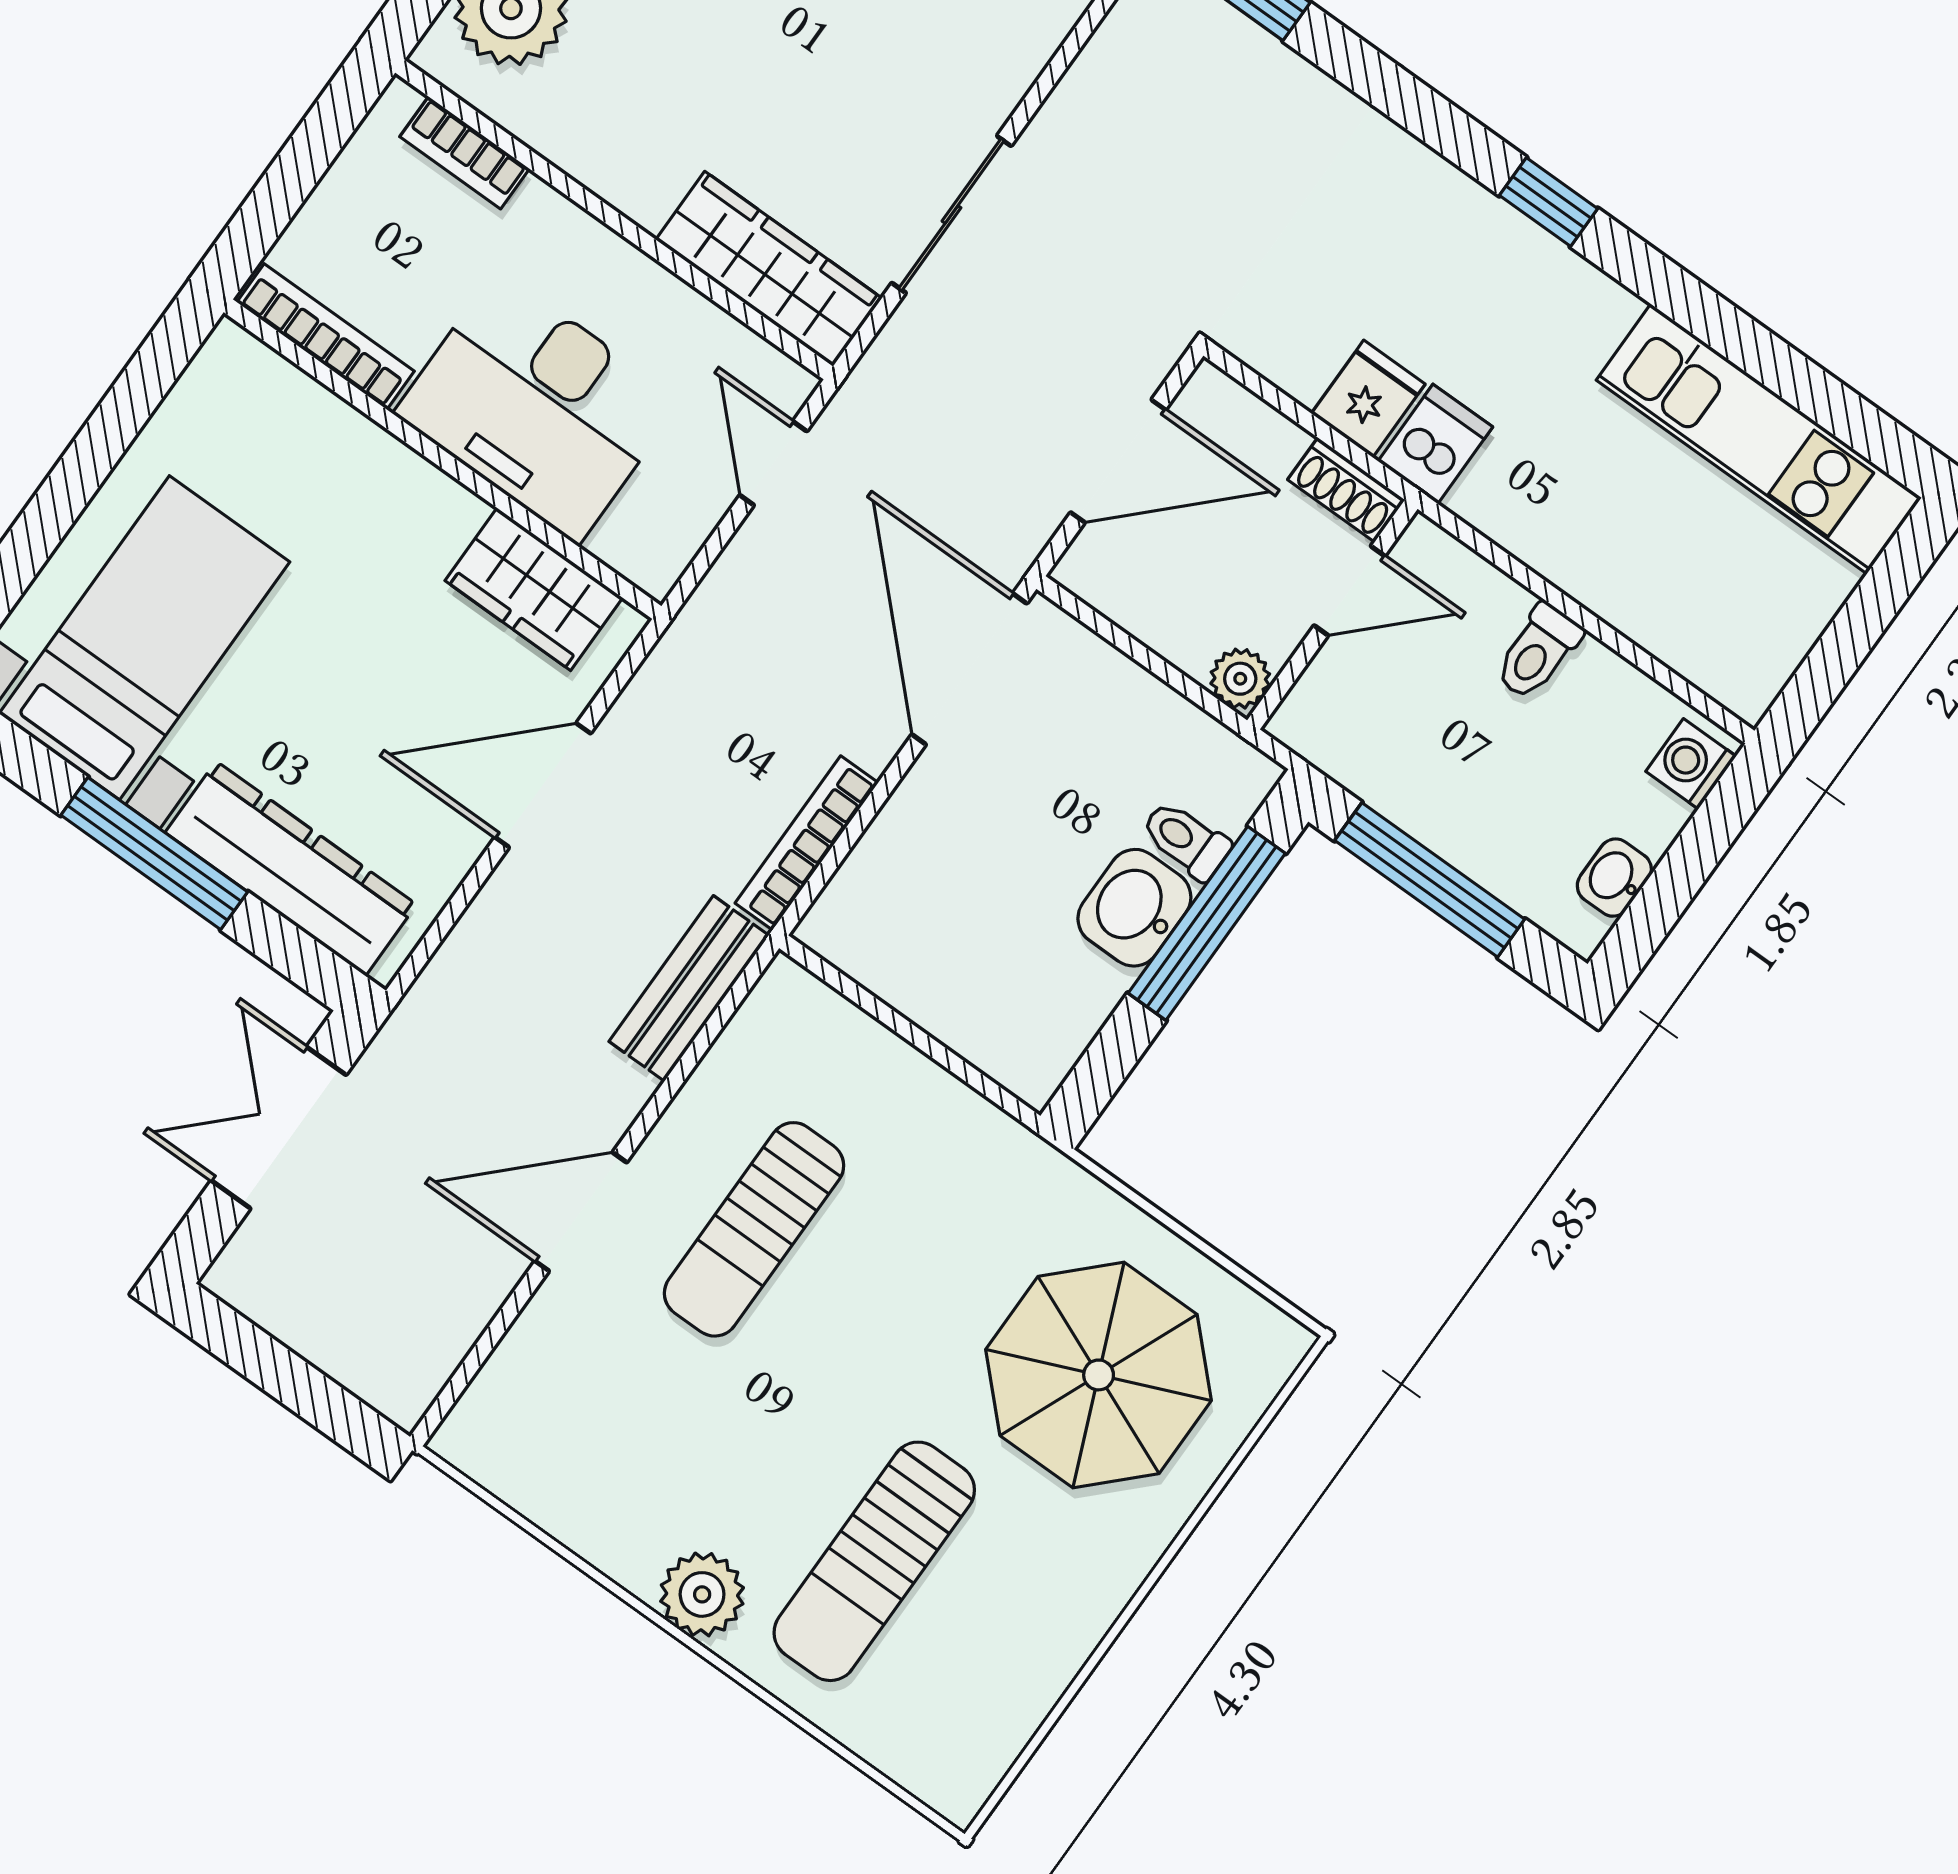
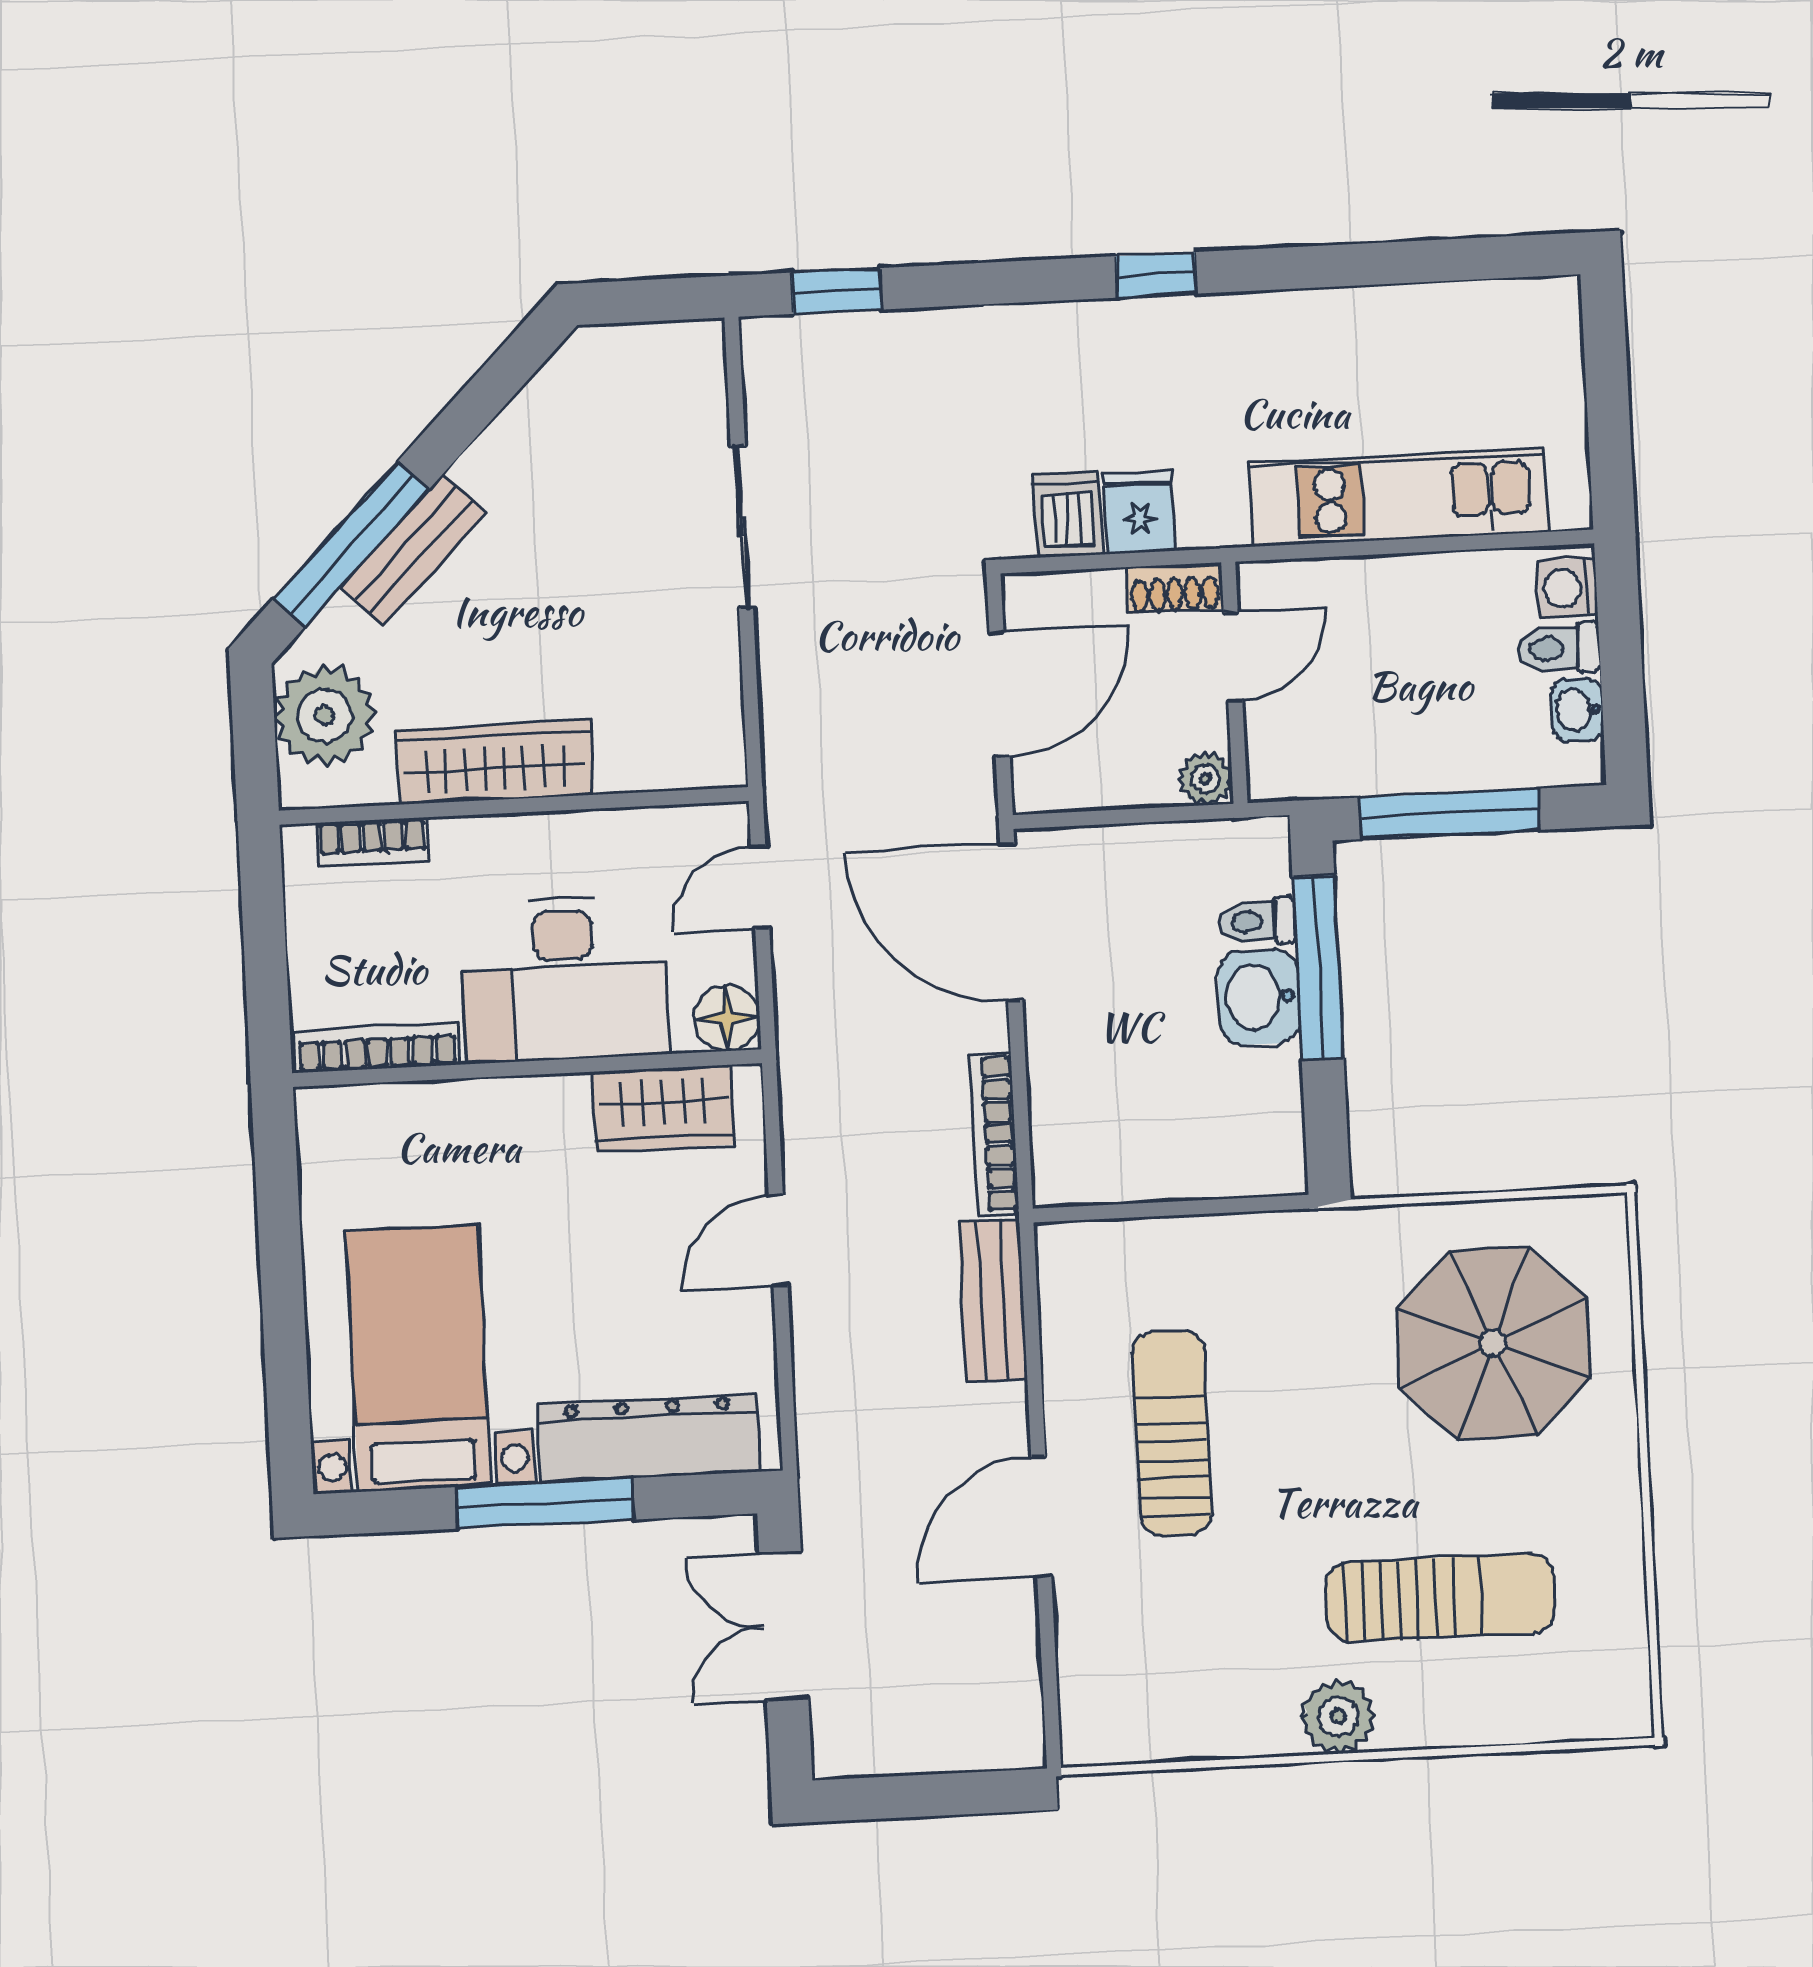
sliding door: (951, 214) -> (742, 527), moved
wardrobe: (769, 269) -> (495, 762), moved
kitchen unit: (1759, 439) -> (1398, 498), moved, turned 180
dishwasher: (1435, 444) -> (1067, 514), moved
door: (773, 463) -> (760, 887), hinge flipped
floor lamp: (653, 555) -> (727, 1018), added
toilet: (1538, 652) -> (1558, 648), moved, turned 90
door: (543, 785) -> (778, 1240), width x0.73
sun lounger: (754, 1229) -> (1172, 1433), turned 180
sun lounger: (874, 1561) -> (1440, 1598), turned -90

